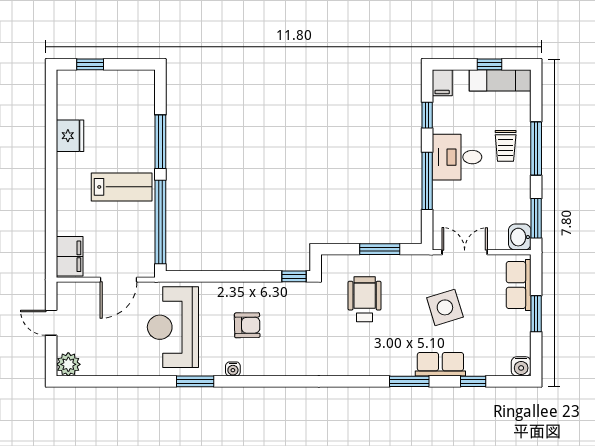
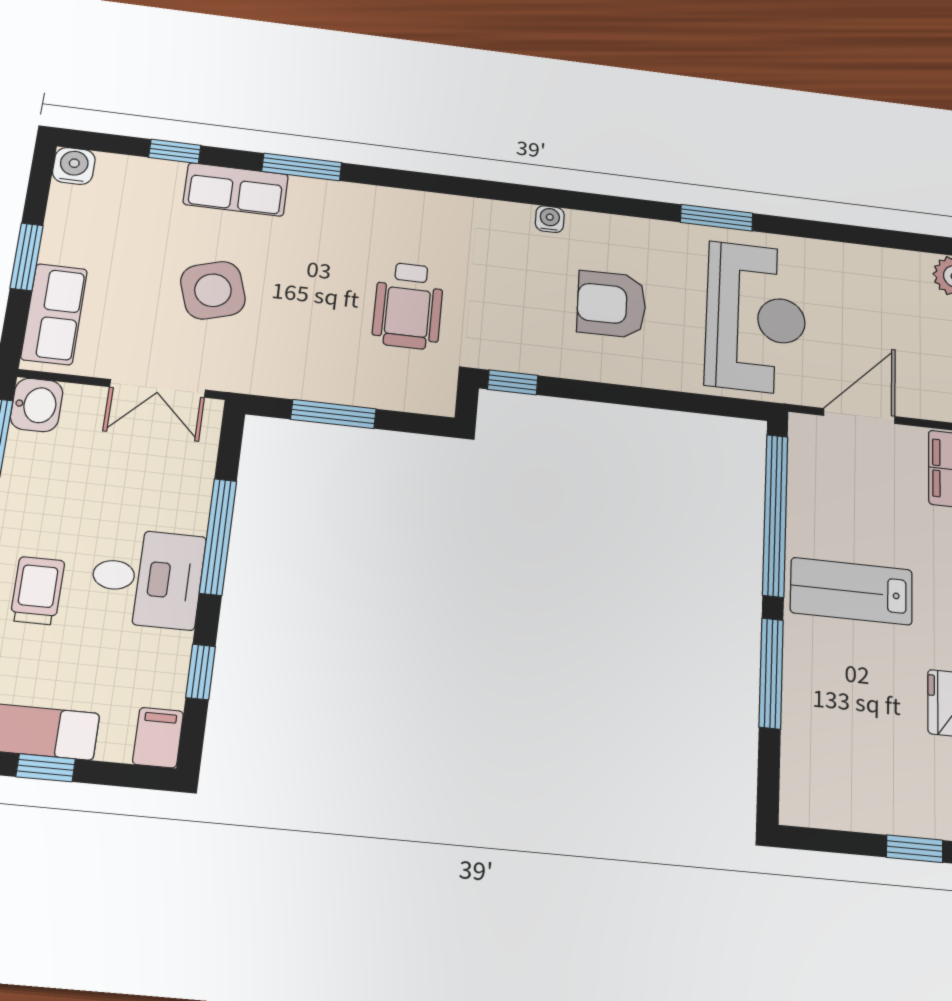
wheelchair: (365, 299) -> (408, 306), moved
armchair: (247, 325) -> (612, 304), width x1.38, depth x1.38
water cooler: (233, 369) -> (550, 219), moved

